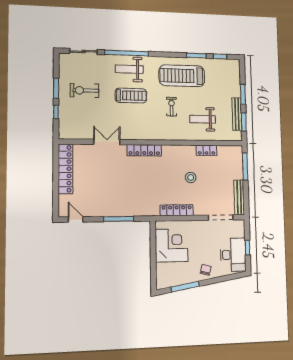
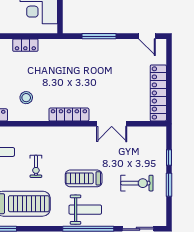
stool: (191, 178) -> (26, 98), moved
locker: (177, 210) -> (25, 45), width x0.66

